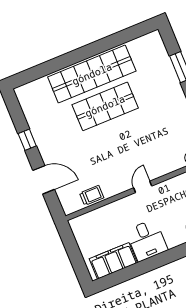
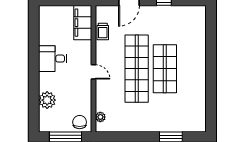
shop shelf: (92, 74) -> (137, 69), moved
filing cabinet: (113, 261) -> (83, 23), moved, turned 180

